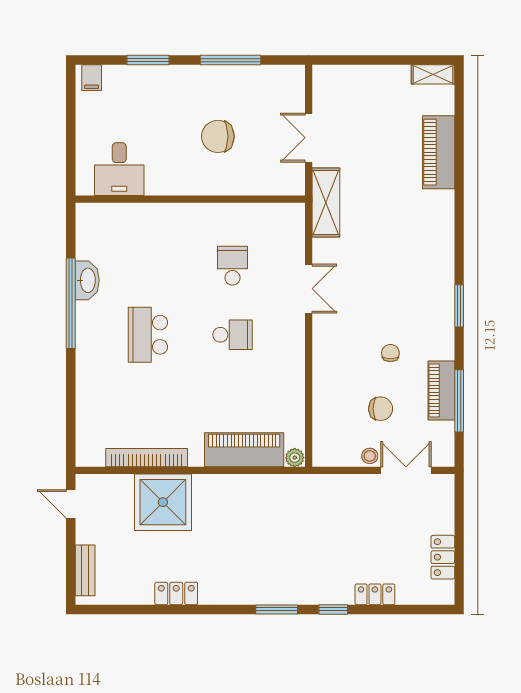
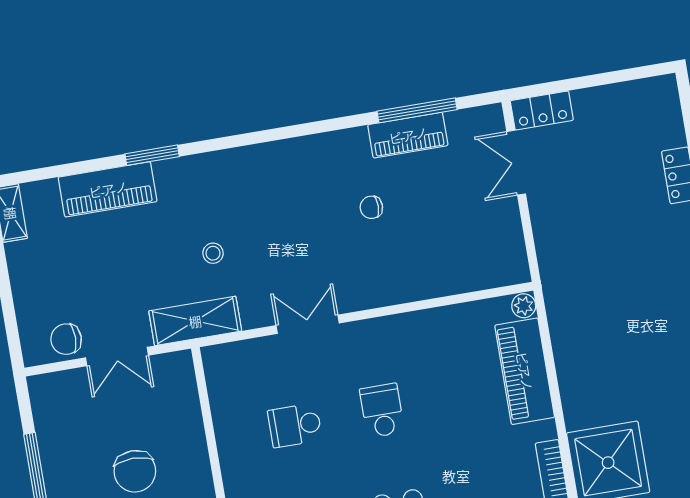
window: (459, 306) -> (152, 155), moved
chair: (381, 409) -> (66, 339), moved, turned -90
stool: (370, 456) -> (213, 253), moved
locker: (443, 557) -> (542, 110), moved

